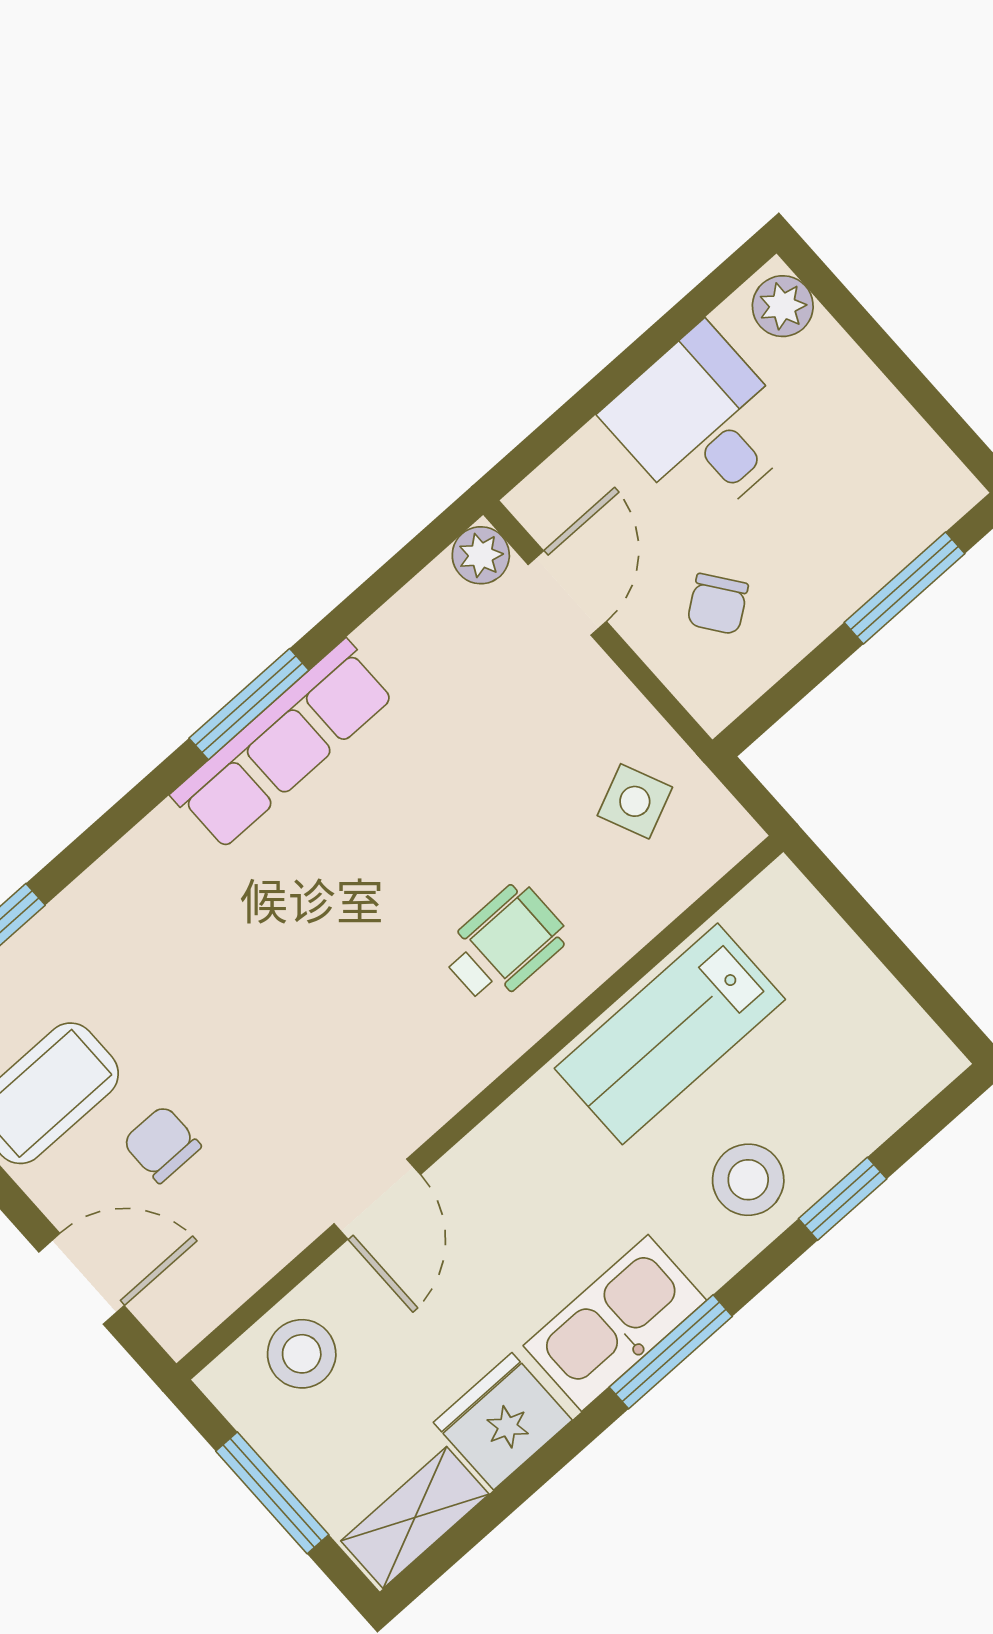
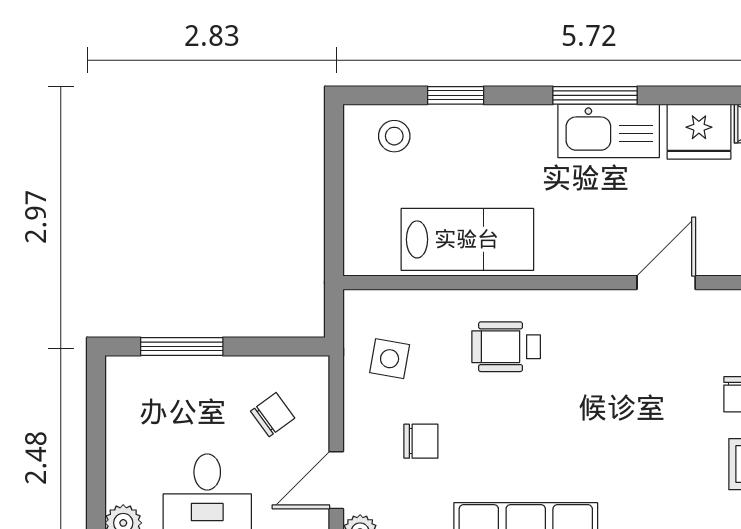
chair: (505, 734) -> (421, 441), added
side table: (635, 801) -> (390, 359), turned 34
stool: (748, 1180) -> (394, 136), moved, width x0.73, depth x0.73

